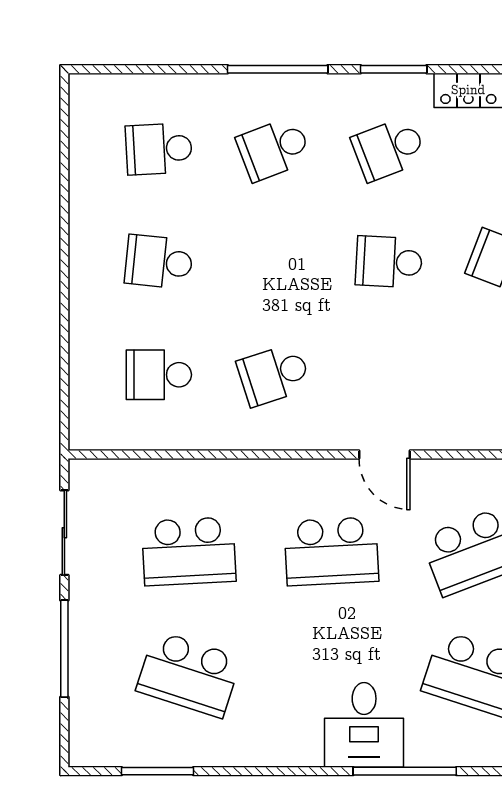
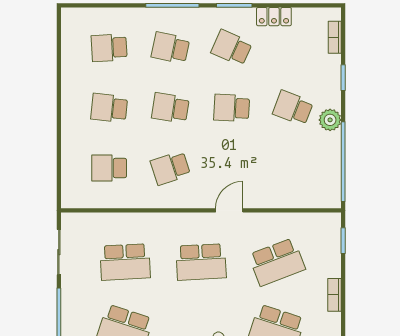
school desk: (274, 149) -> (170, 48), turned 33
school desk: (389, 149) -> (232, 48), turned 45
school desk: (274, 262) -> (170, 108), added
door: (384, 454) -> (229, 210), swing flipped

